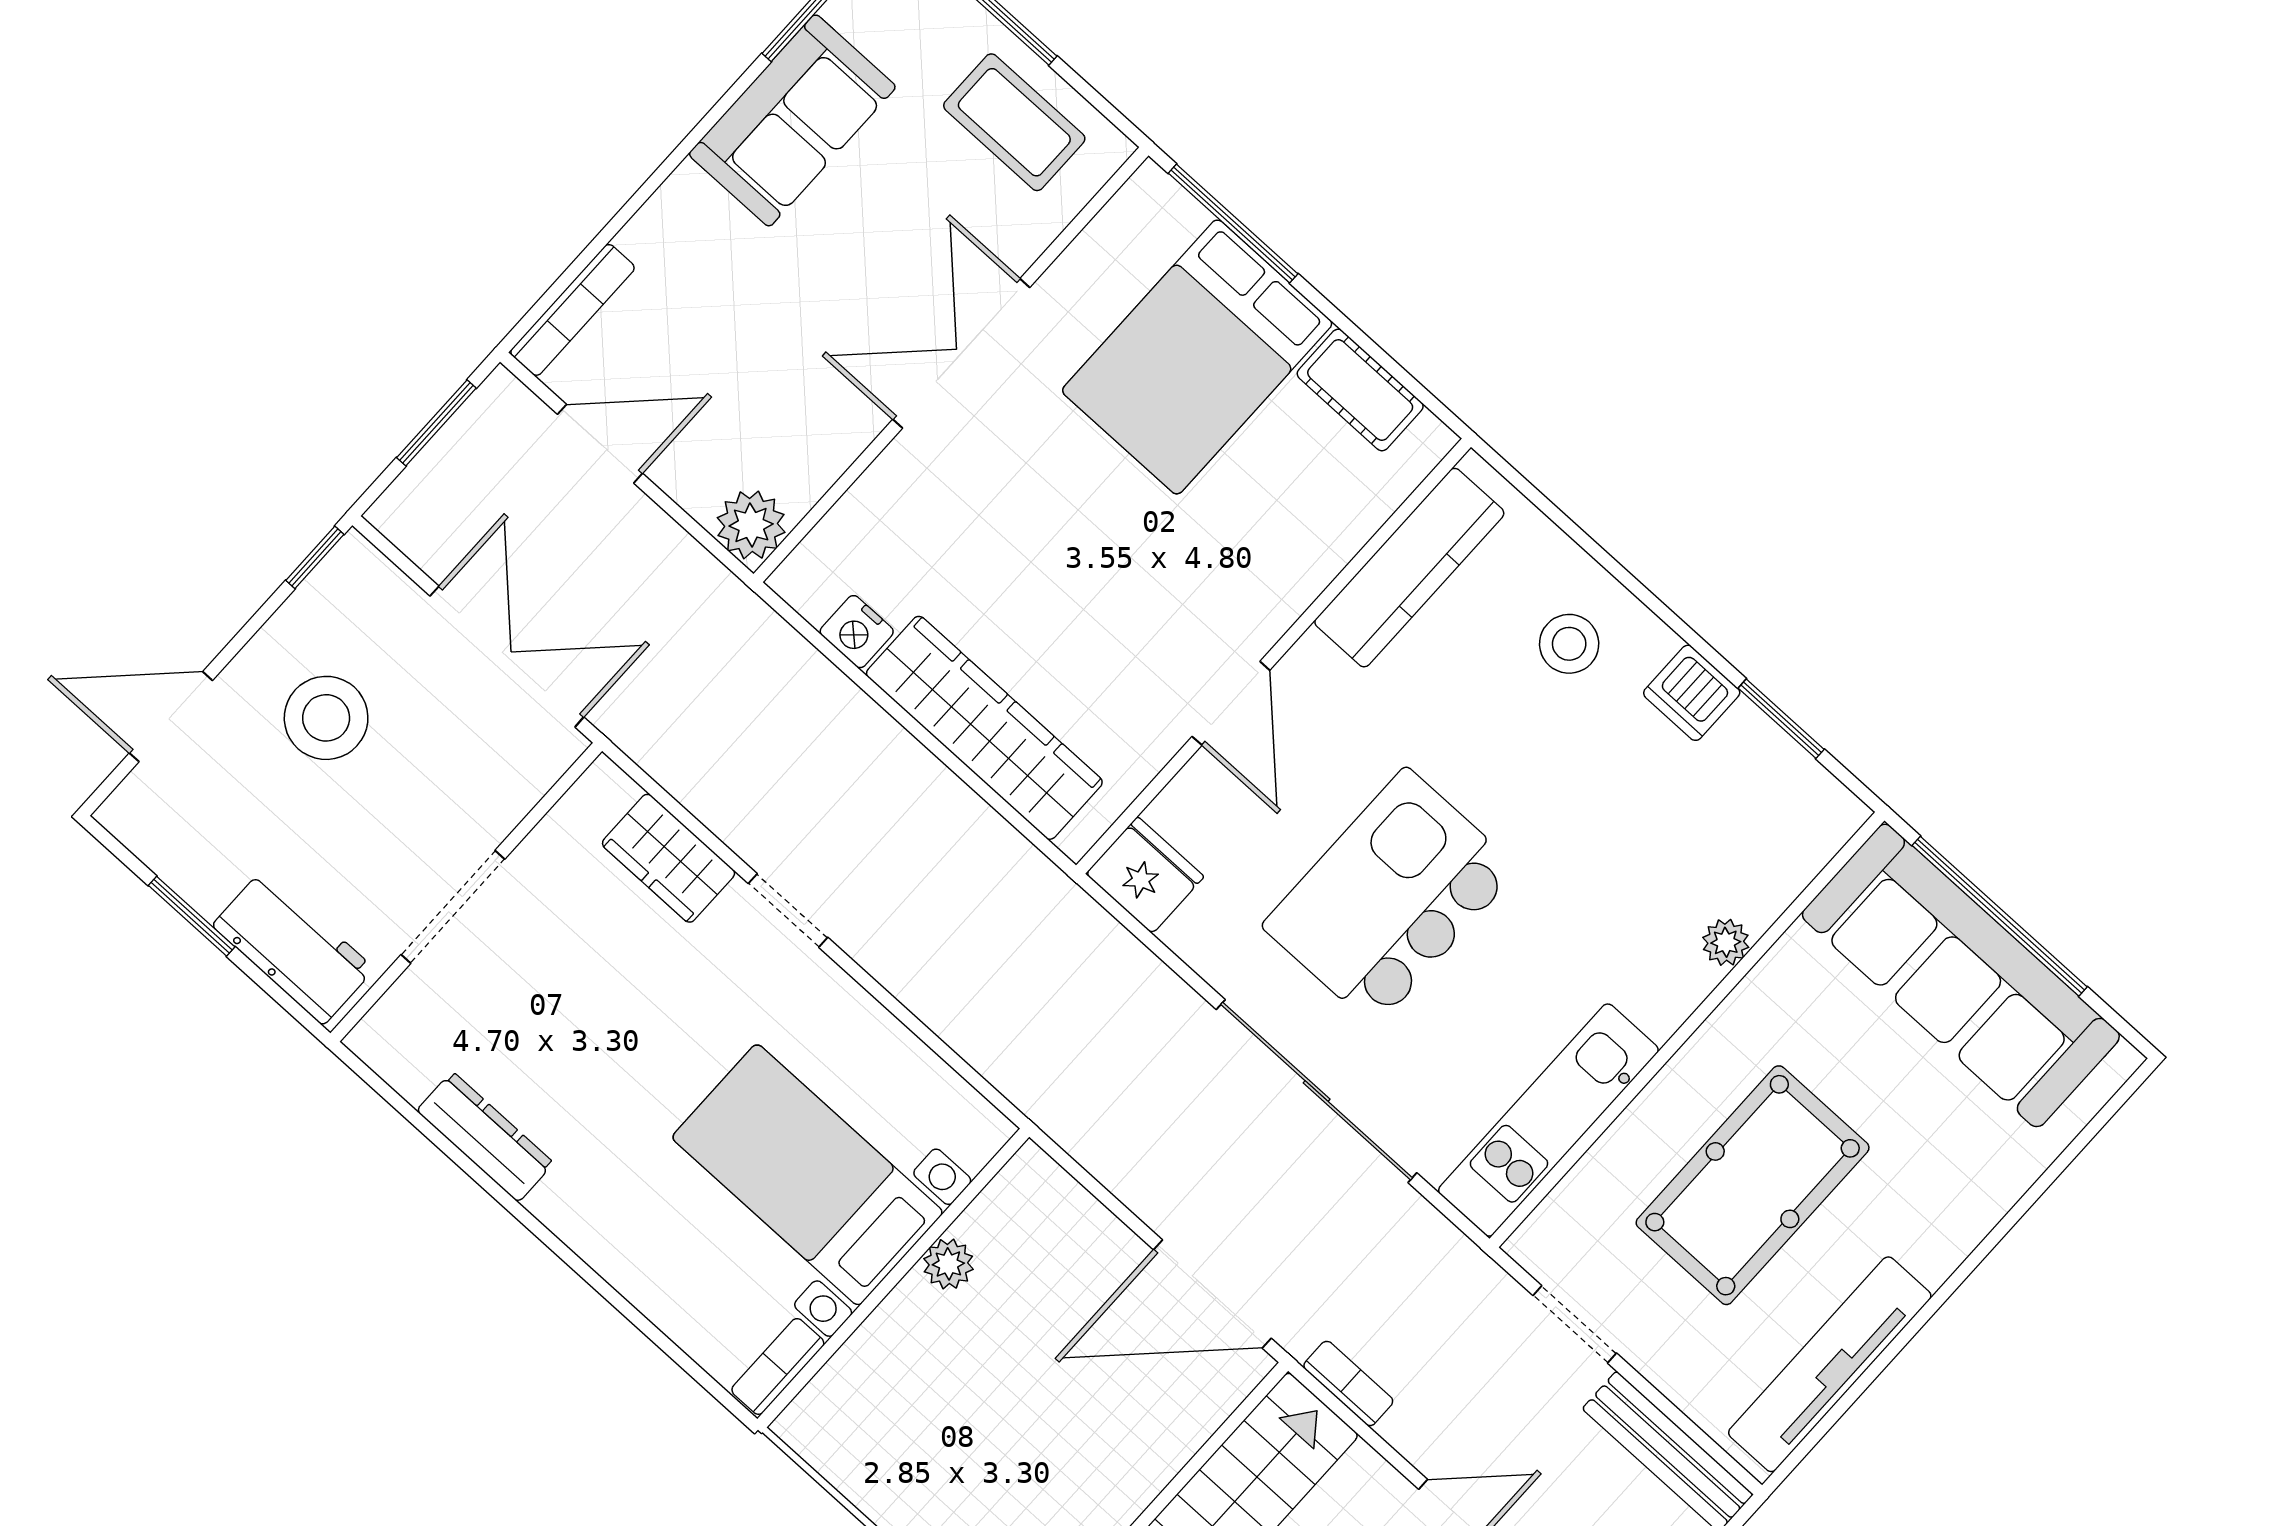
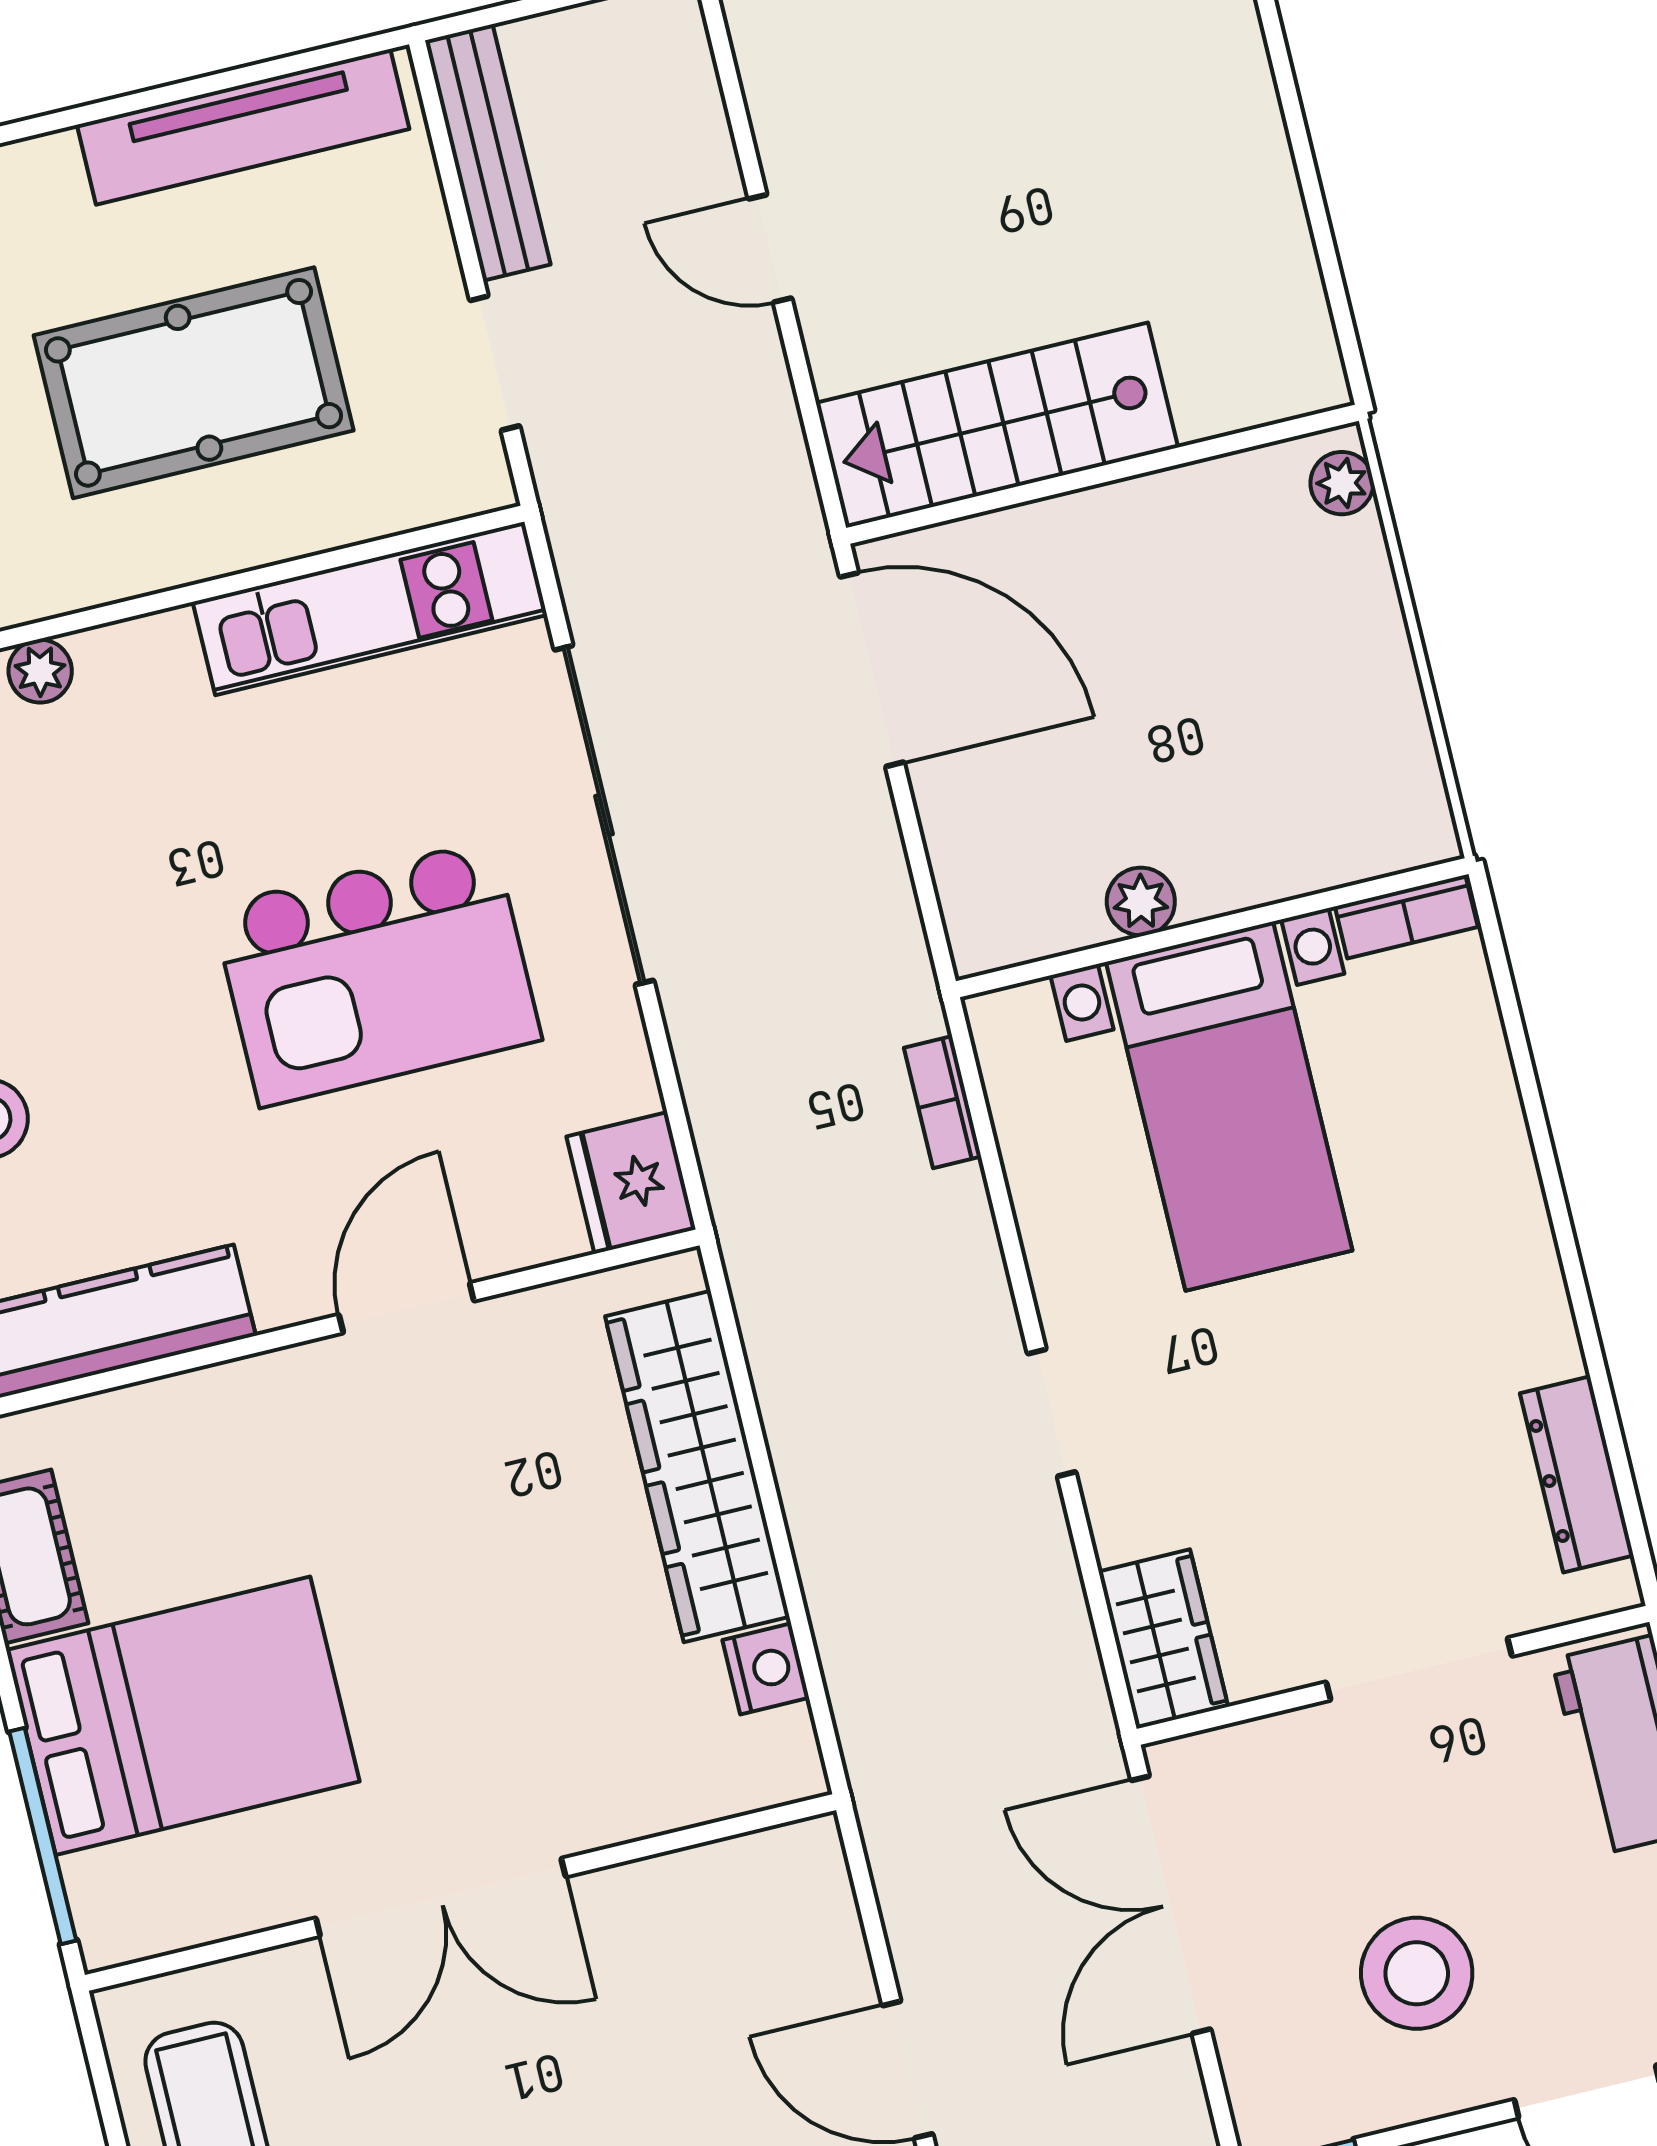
plant: (751, 525) -> (802, 1866), removed
wardrobe: (669, 858) -> (1163, 1639), moved
dresser: (485, 1137) -> (1577, 1474), moved
bookcase: (1348, 1383) -> (943, 1102), moved

